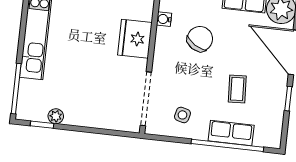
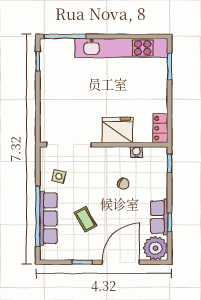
chair: (200, 39) -> (123, 184), width x0.54, depth x0.54
coffee table: (237, 89) -> (85, 219), turned 63
plant: (56, 116) -> (46, 72), removed
row of seats: (231, 133) -> (48, 218), width x1.48

